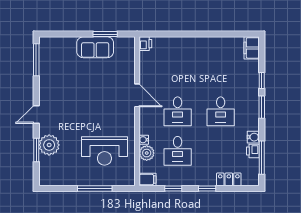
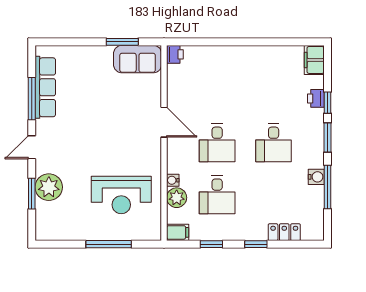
sofa: (95, 47) -> (138, 59), moved
window: (36, 60) -> (32, 99), moved
row of seats: (46, 69) -> (45, 87), added
printer: (253, 151) -> (316, 98), moved
window: (262, 158) -> (327, 187), moved

